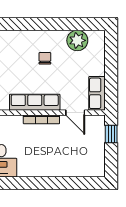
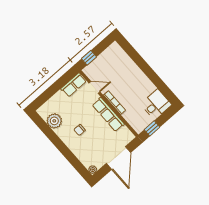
door: (75, 113) -> (94, 87), hinge flipped

